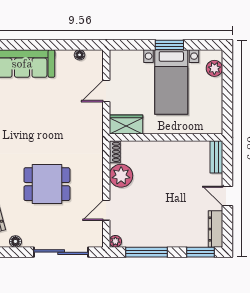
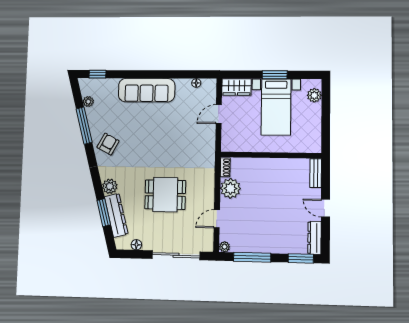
wardrobe: (126, 124) -> (236, 87), moved, turned 180

